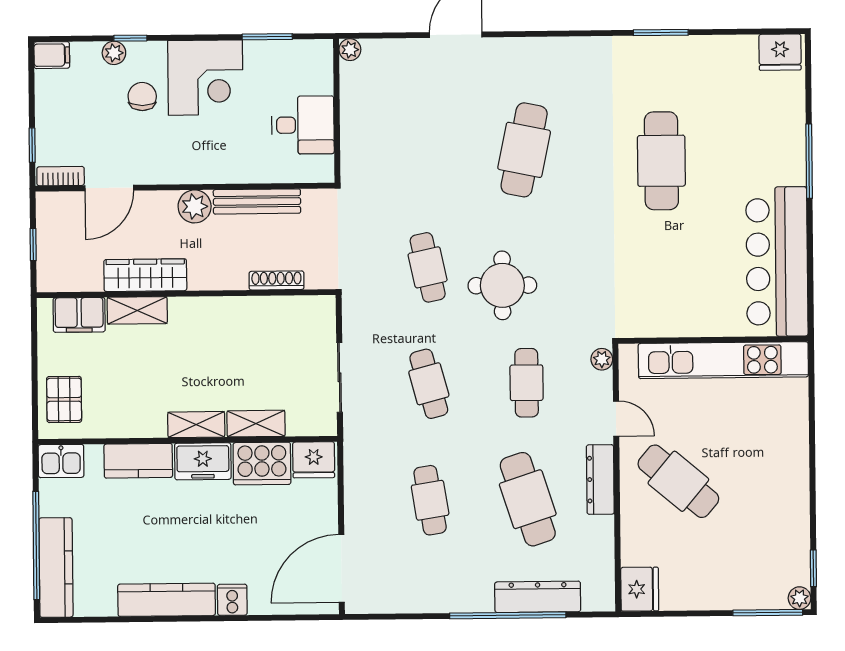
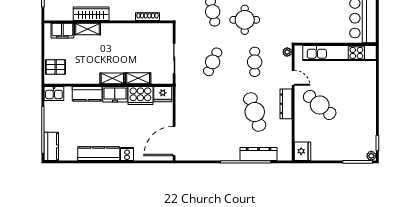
cafe table: (429, 384) -> (213, 62), turned 39
pallet: (64, 399) -> (56, 67), turned 90
cafe table: (430, 500) -> (213, 112), removed
kitchen counter: (56, 567) -> (51, 146), width x0.67

